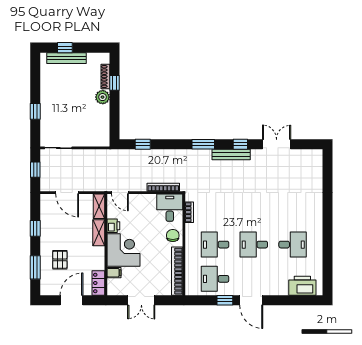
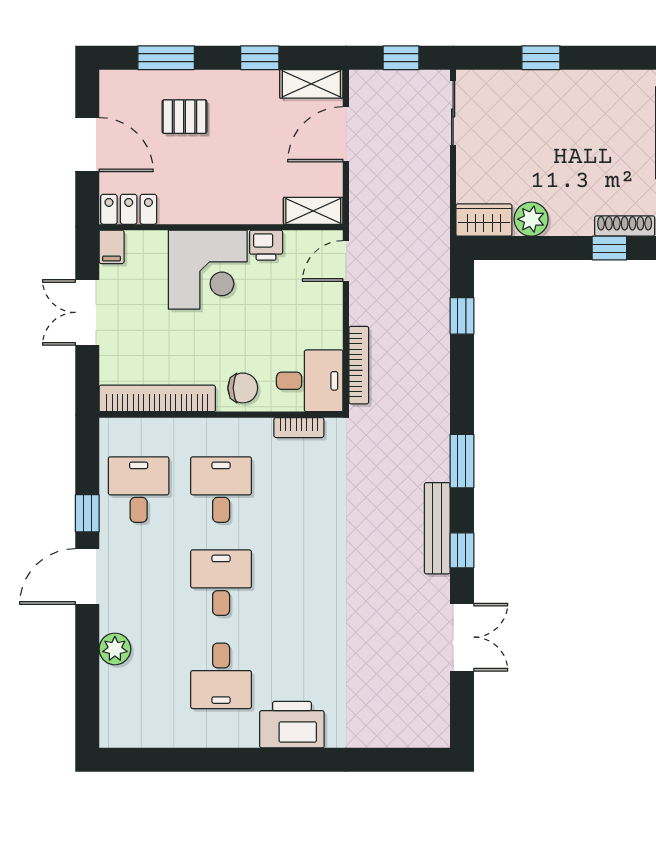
plant: (103, 97) -> (531, 219), moved
wardrobe: (103, 135) -> (484, 220), added
shelving: (99, 233) -> (311, 84), moved
filing cabinet: (114, 273) -> (112, 247), moved
printer: (302, 286) -> (292, 725), moved, turned -90
plant: (281, 289) -> (115, 649), added

